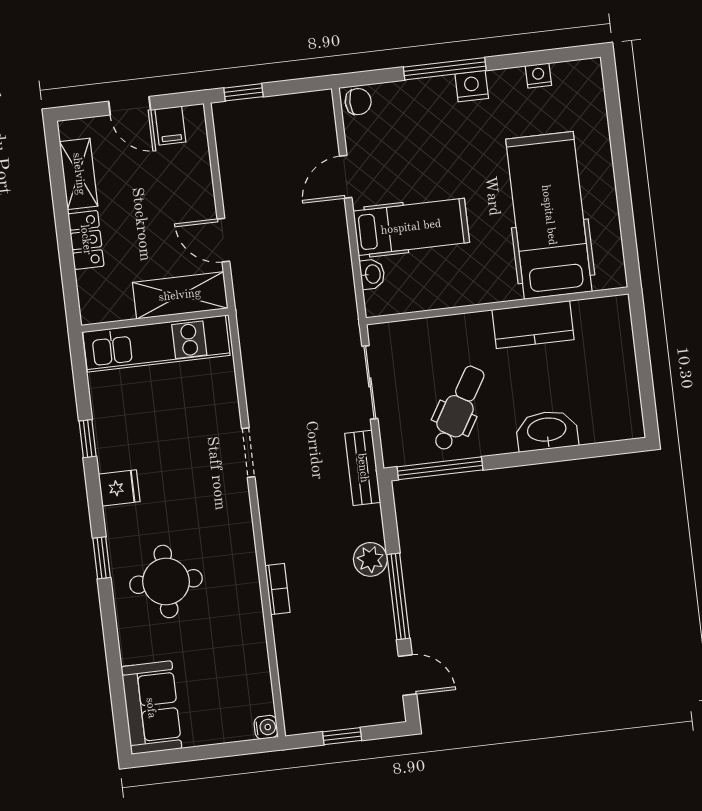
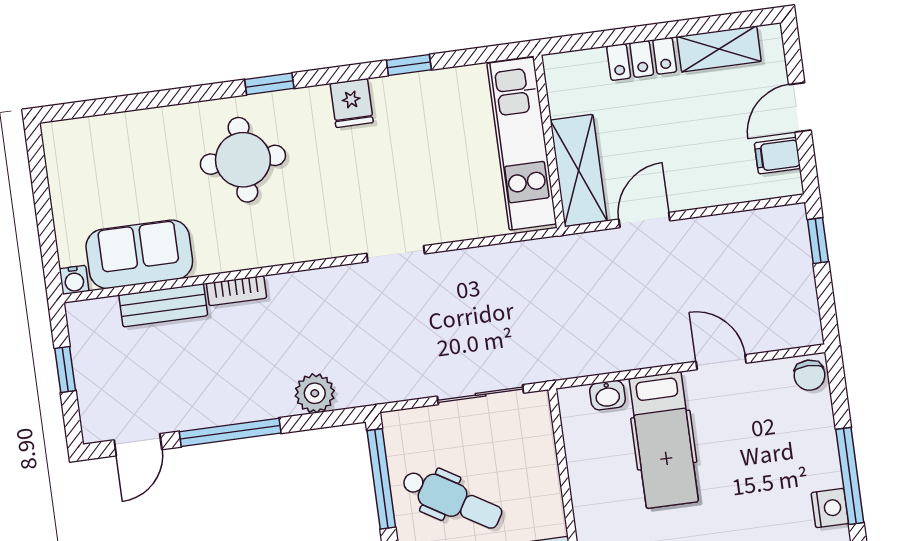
bench: (363, 468) -> (163, 305), moved
plant: (370, 559) -> (315, 393), moved
sofa: (151, 708) -> (139, 254), moved, turned 180

